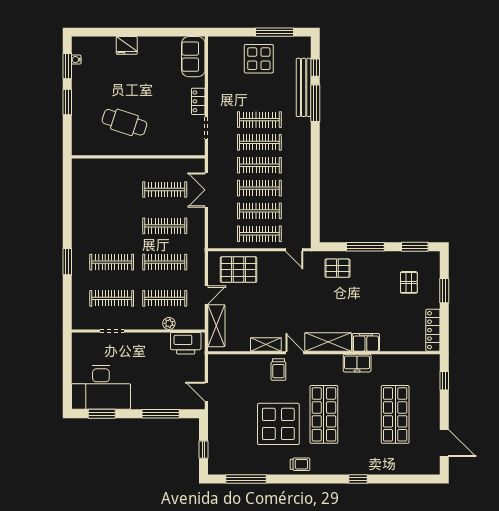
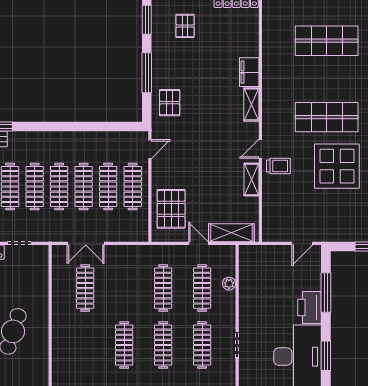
clothes rail: (165, 226) -> (124, 345), moved
pallet: (409, 282) -> (185, 26), turned 90
shelving: (328, 342) -> (251, 104), width x0.67, depth x0.75
printer: (186, 343) -> (310, 307), moved, turned 180
freezer: (357, 363) -> (272, 82), removed

